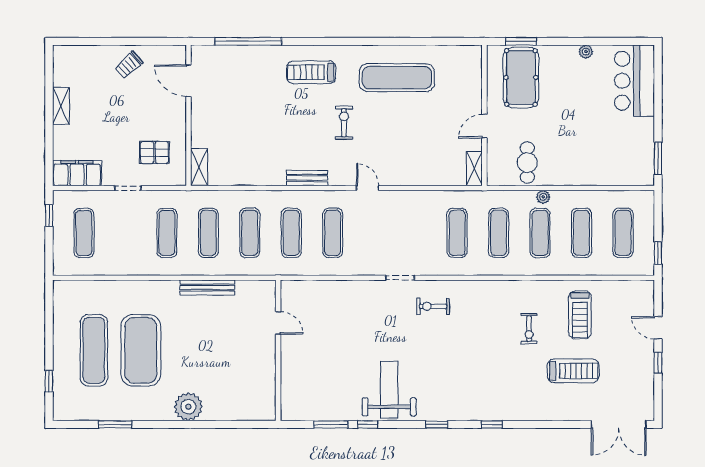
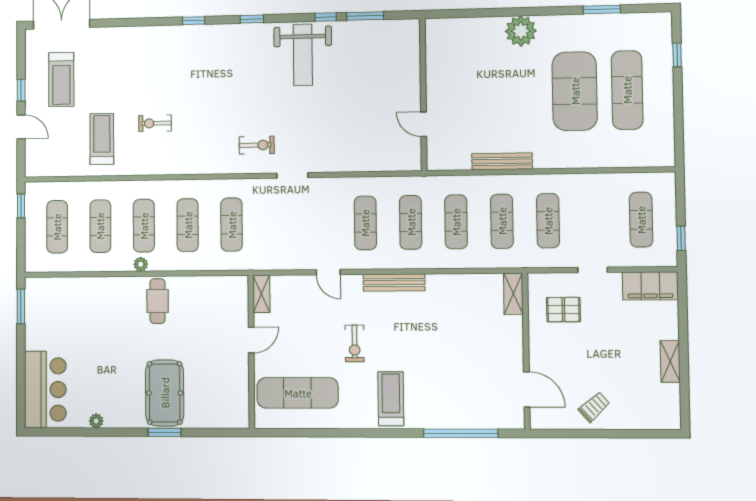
treadmill: (311, 72) -> (391, 399), turned -90
wall: (484, 115) -> (251, 352), moved
door: (484, 126) -> (251, 340), moved
shelving: (474, 169) -> (261, 294), moved
bench: (307, 178) -> (394, 283), width x1.36
exercise bike: (529, 329) -> (155, 123), turned -90
treadmill: (573, 371) -> (61, 79), moved, turned -90

